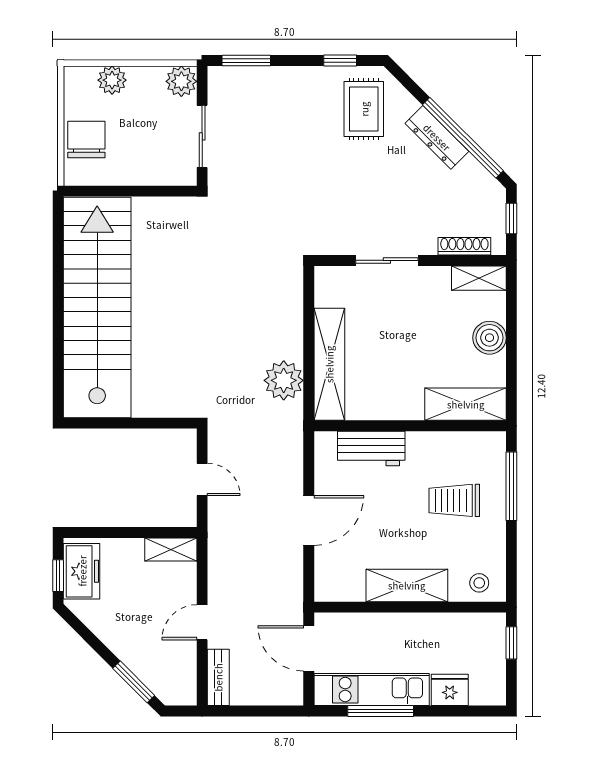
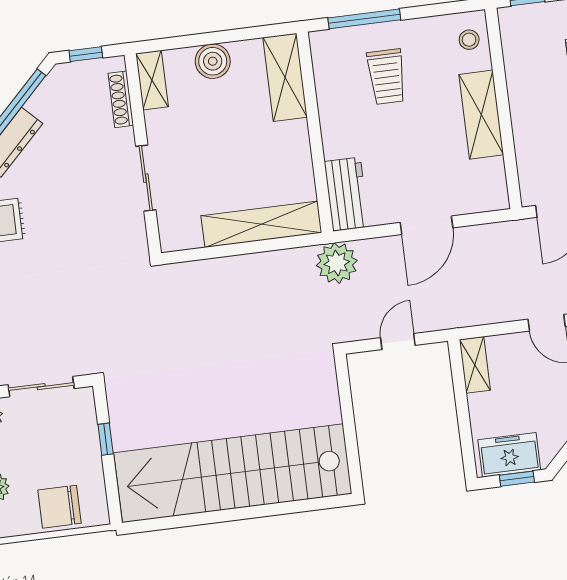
window: (145, 191) -> (106, 439), added
plant: (284, 380) -> (337, 263), moved
workbench: (371, 448) -> (347, 194), moved
door: (309, 520) -> (427, 225), swing flipped

